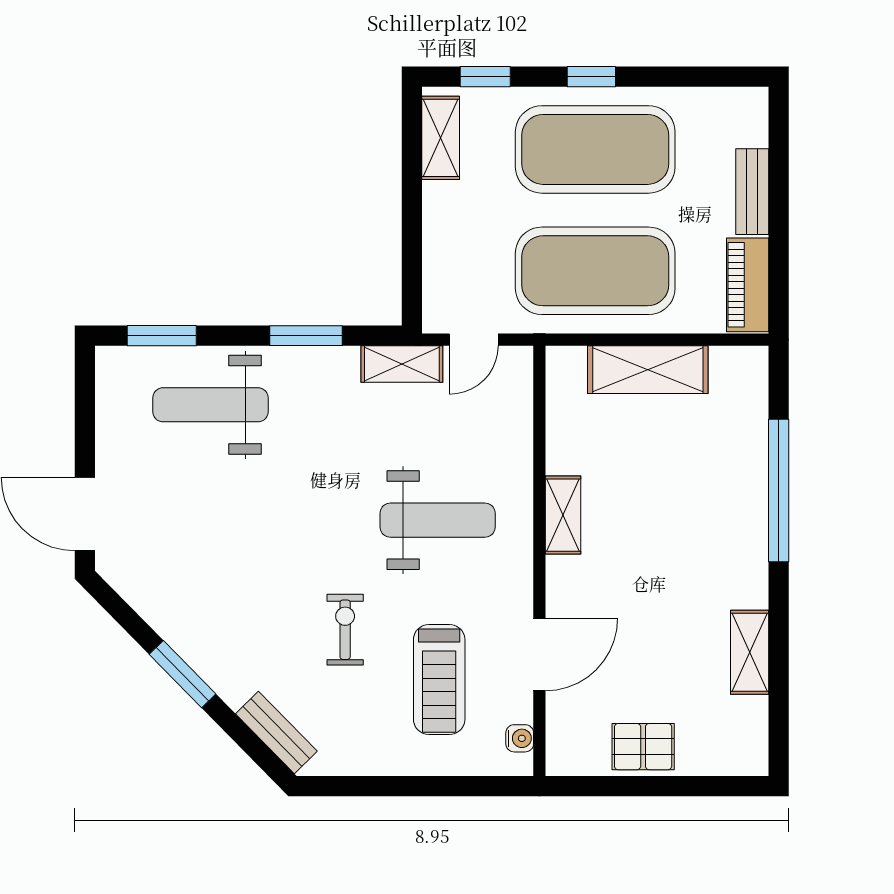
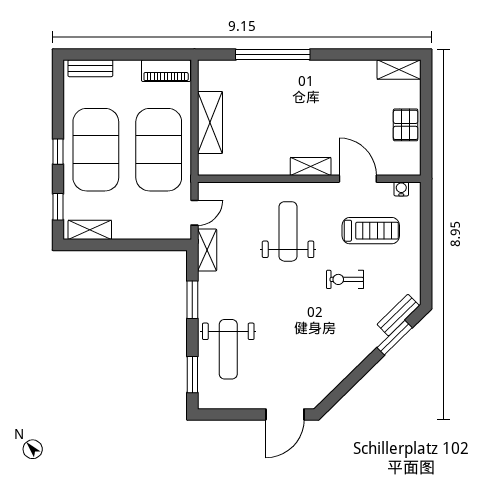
bench: (752, 192) -> (90, 68), moved
door: (474, 340) -> (194, 213), hinge flipped
shelving: (563, 515) -> (311, 166), moved
shelving: (750, 652) -> (399, 70), moved
window: (182, 674) -> (395, 338), moved

